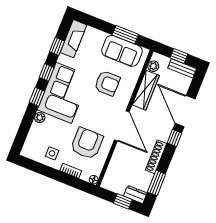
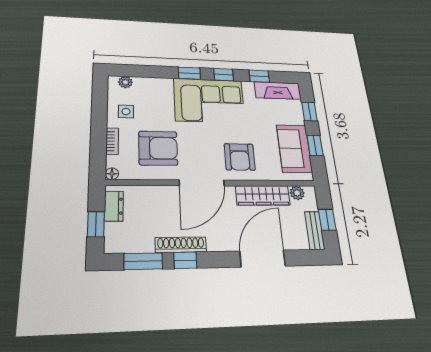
window: (99, 24) -> (309, 112), added
window: (125, 35) -> (315, 145), width x0.67
armchair: (107, 83) -> (240, 157), moved
plant: (40, 118) -> (125, 82), moved
window: (174, 138) -> (185, 260), moved
dresser: (135, 194) -> (114, 206), moved

